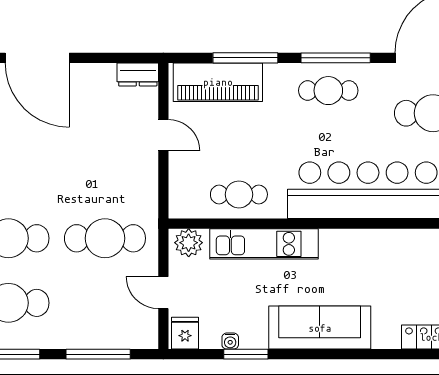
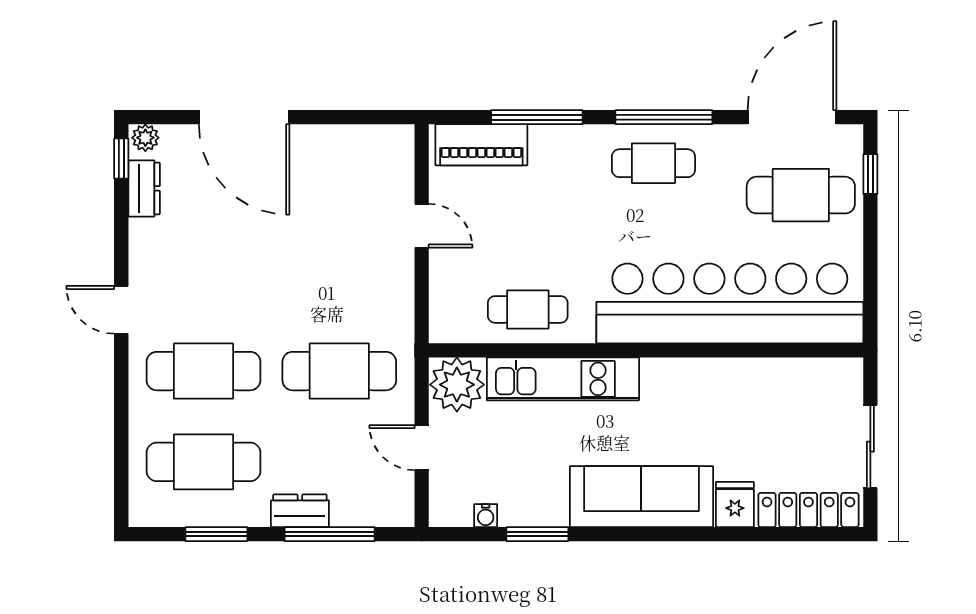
dresser: (138, 74) -> (300, 511), moved, turned 180
piano: (218, 82) -> (481, 145), width x0.73, depth x0.75
plant: (189, 243) -> (457, 385), width x1.36, depth x1.36
fridge: (185, 333) -> (735, 504), moved
water cooler: (230, 341) -> (486, 516), moved

